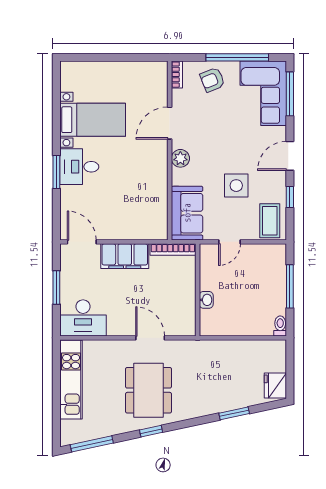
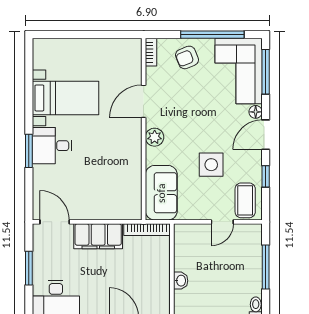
floor lamp: (280, 133) -> (256, 112), added
door: (230, 242) -> (222, 222), moved

